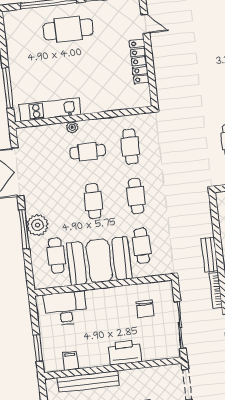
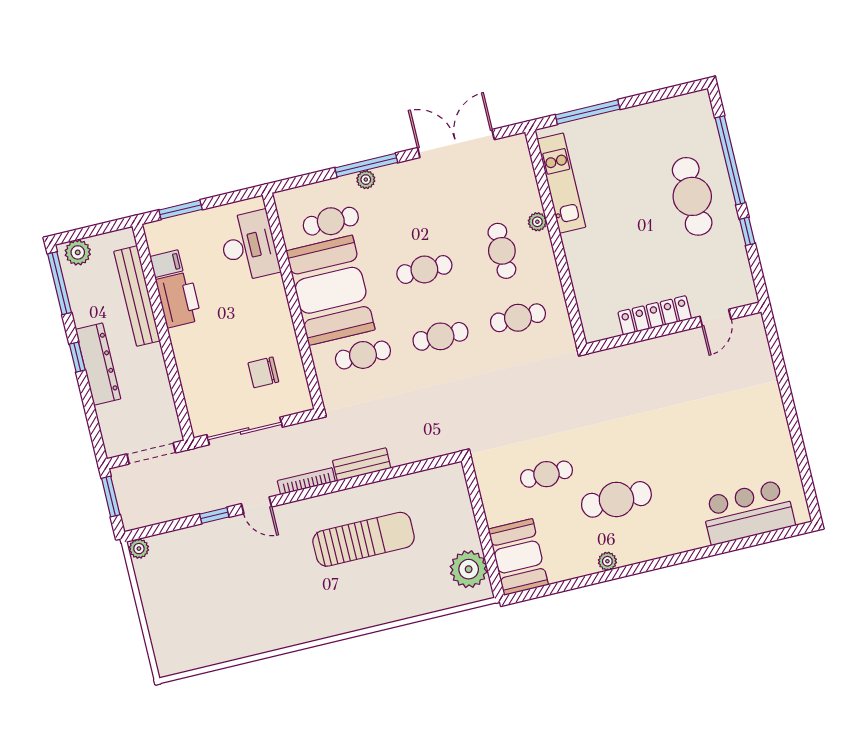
plant: (38, 225) -> (366, 180), width x0.53, depth x0.53
printer: (125, 352) -> (179, 300), moved

